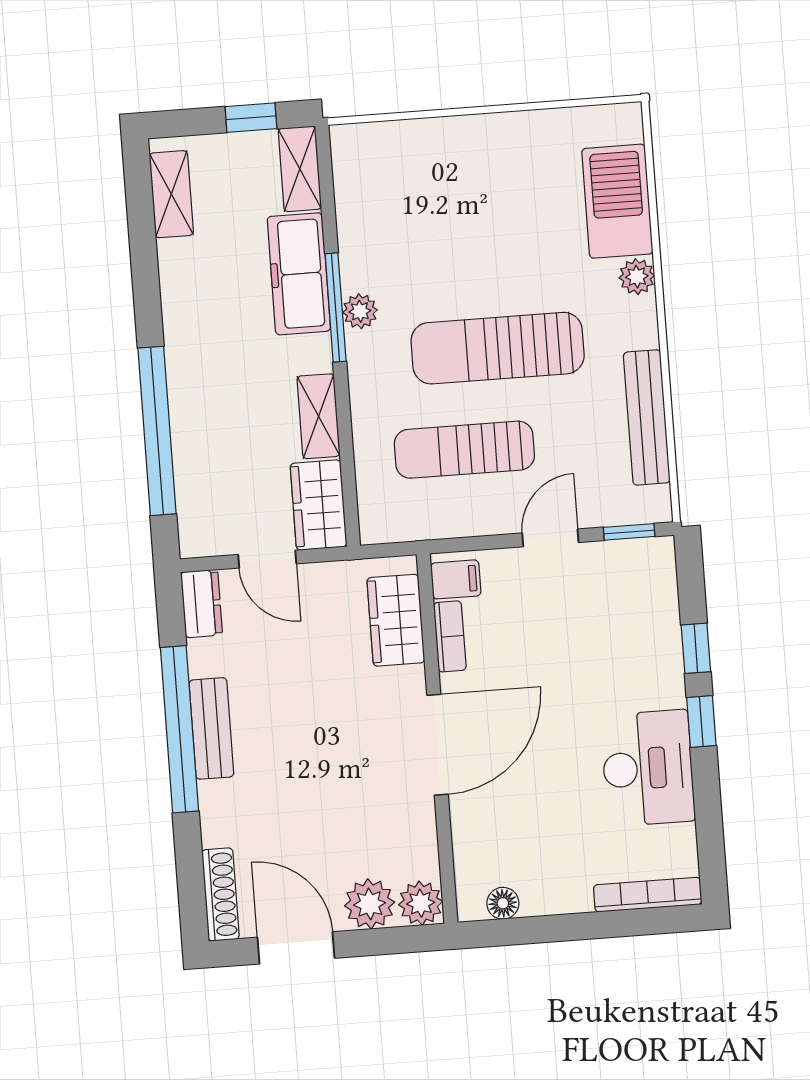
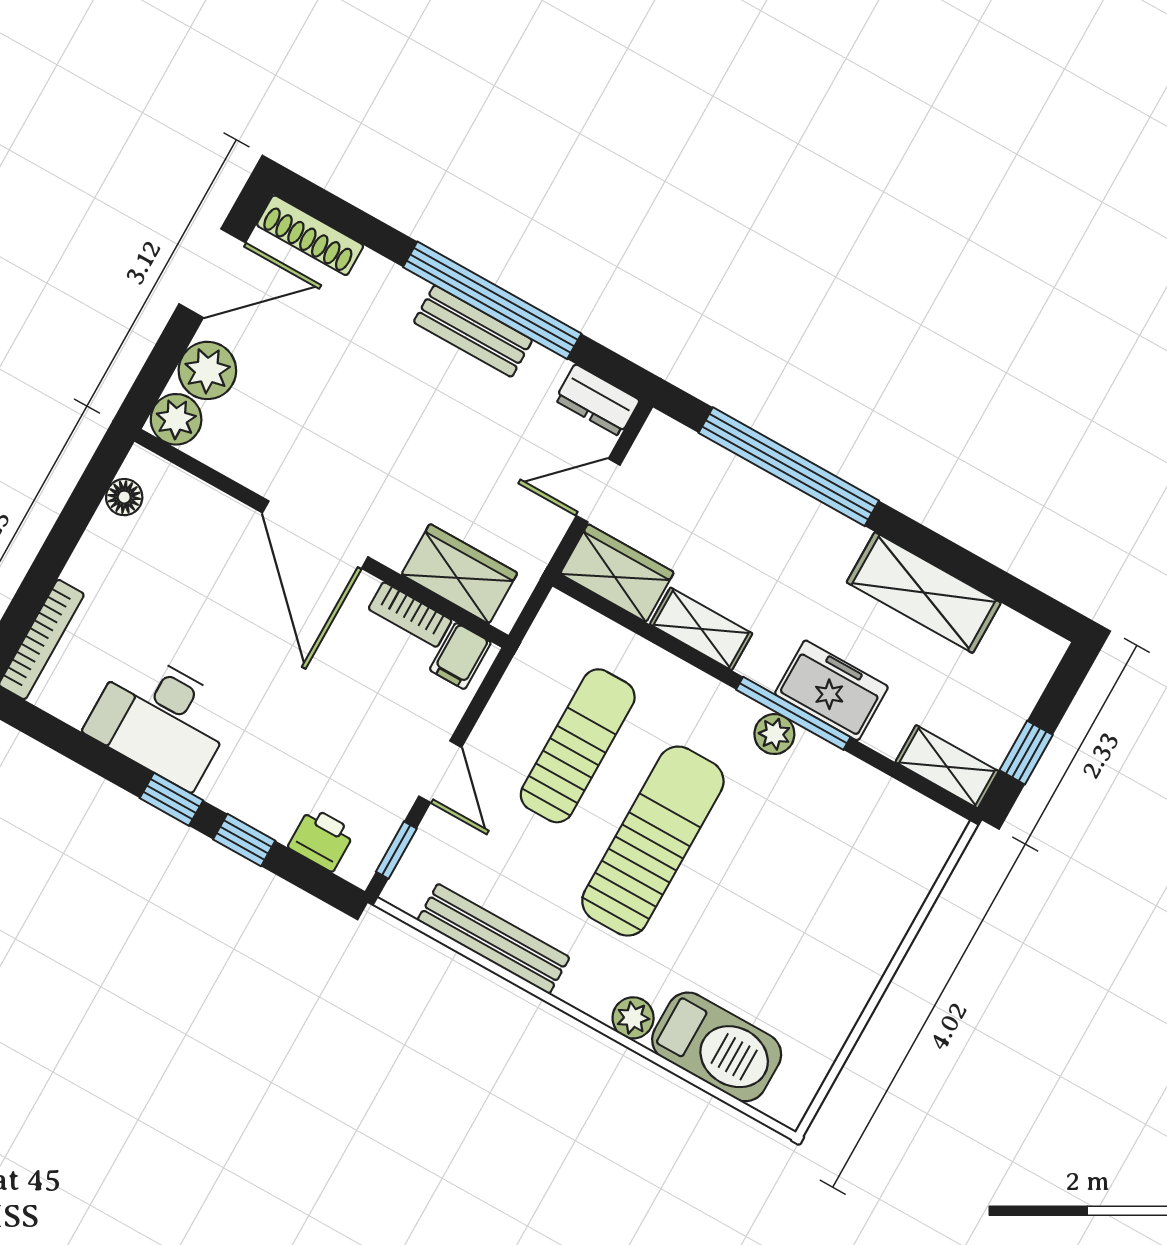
shelving: (171, 194) -> (924, 593), moved, width x1.50, depth x1.33
freezer: (299, 274) -> (831, 690), width x0.71
printer: (658, 592) -> (321, 839), added

